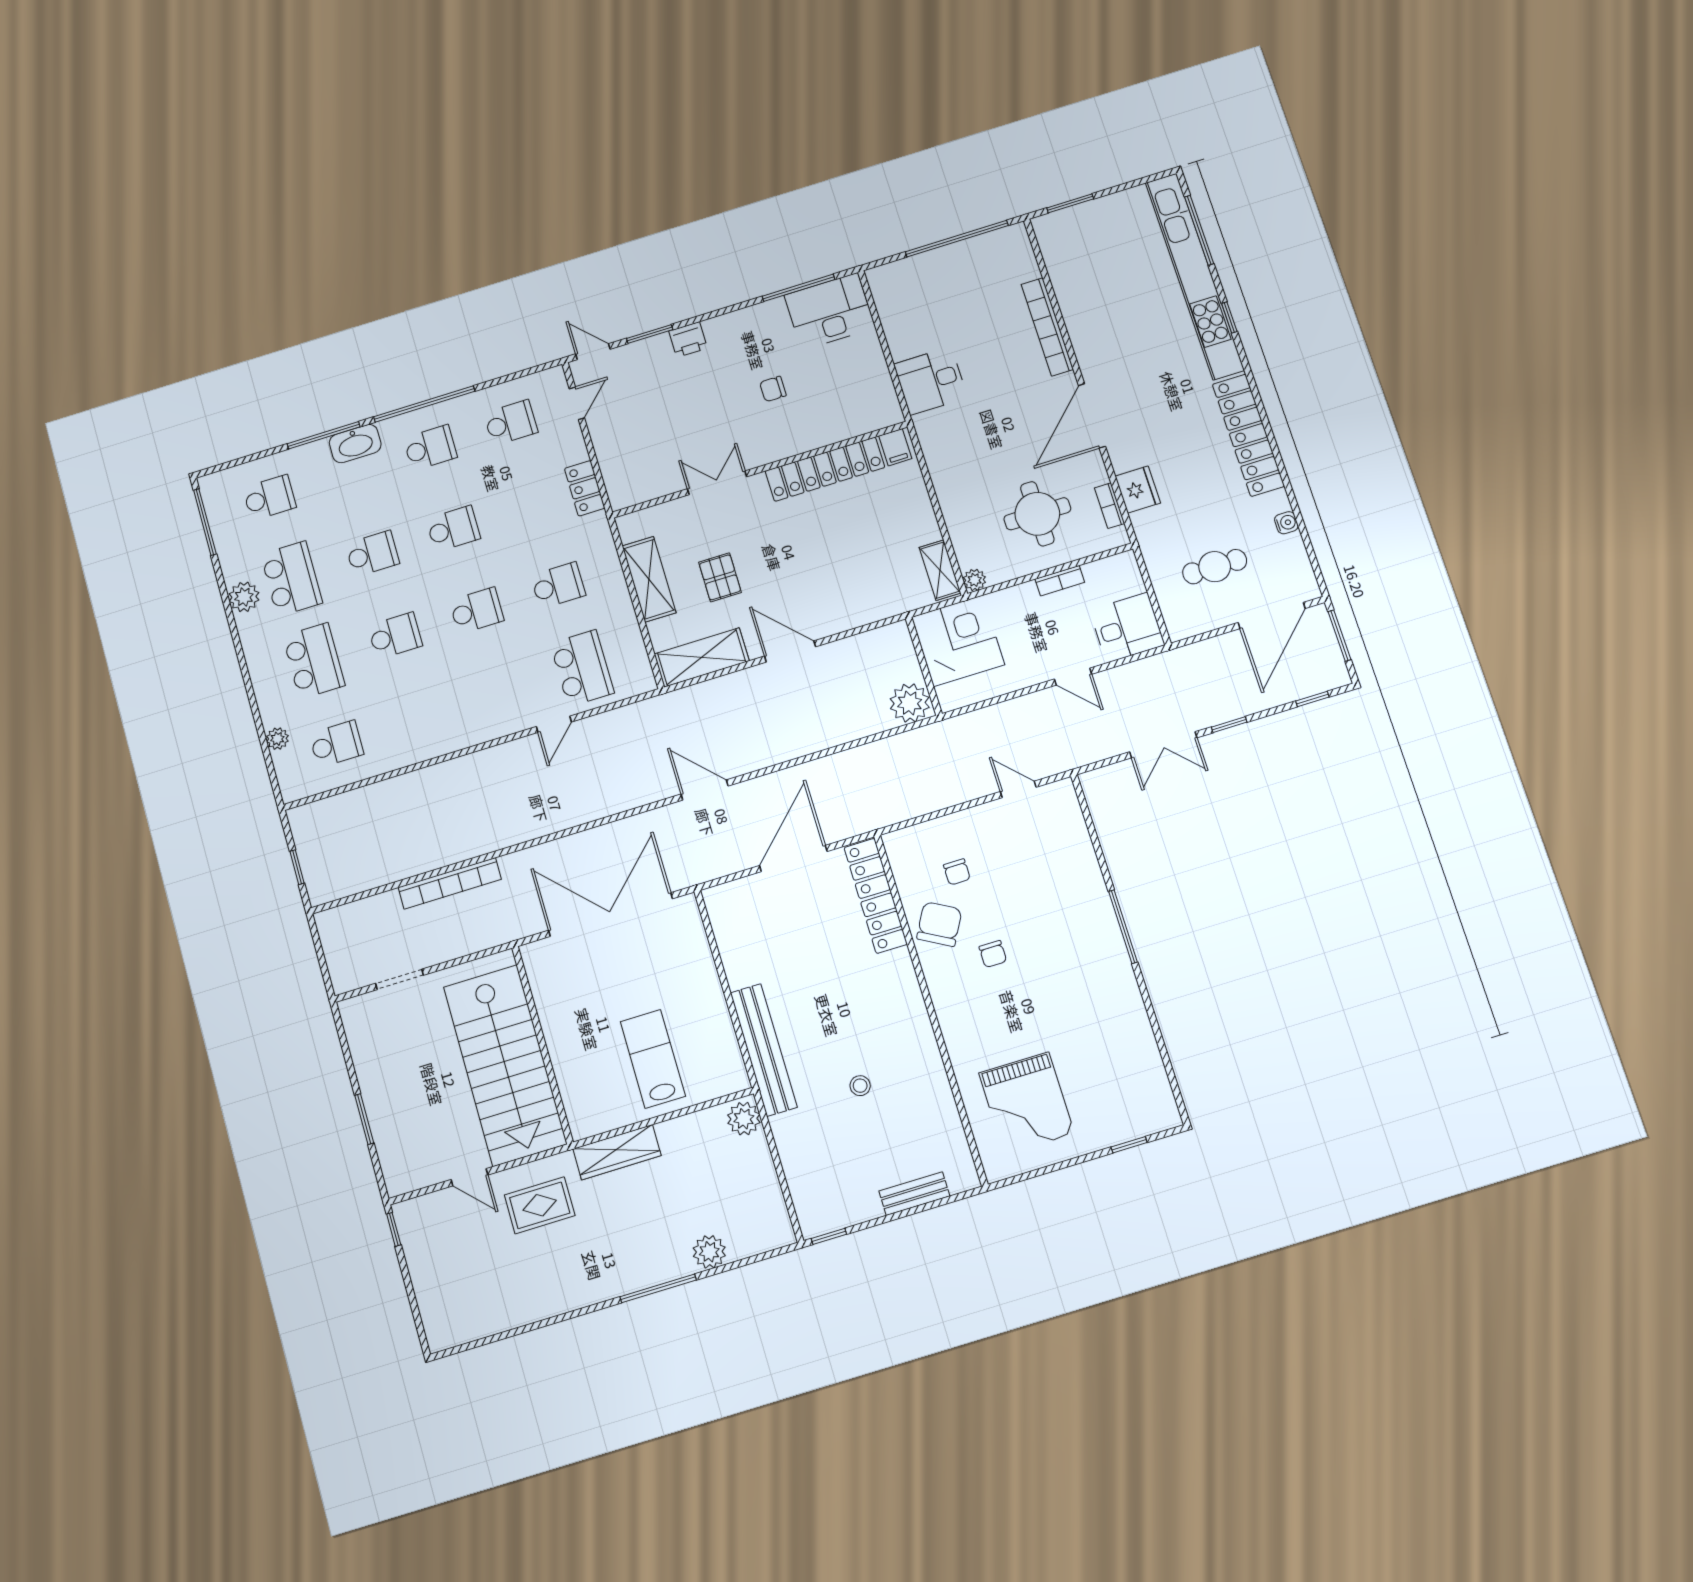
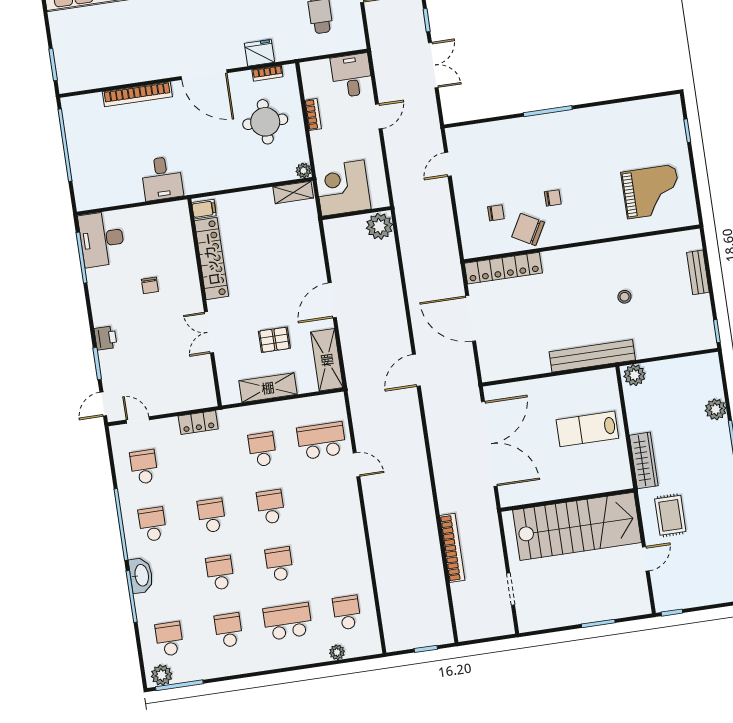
school desk: (291, 579) -> (229, 630), width x0.54
plant: (244, 597) -> (162, 675), moved
double door: (610, 915) -> (489, 444), swing flipped

